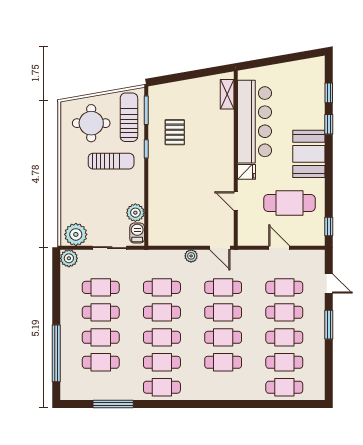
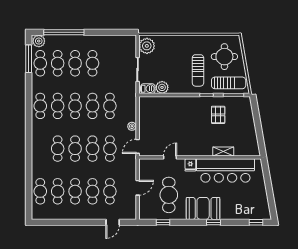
window: (329, 93) -> (256, 222), moved
shelving: (227, 94) -> (223, 151), moved
window: (329, 124) -> (213, 222), moved
pallet: (175, 132) -> (218, 115), turned 90
window: (329, 227) -> (163, 222), moved
plant: (69, 258) -> (39, 41), moved
cafe table: (101, 287) -> (40, 63), moved
window: (329, 325) -> (84, 222), removed
window: (113, 404) -> (29, 59), moved

